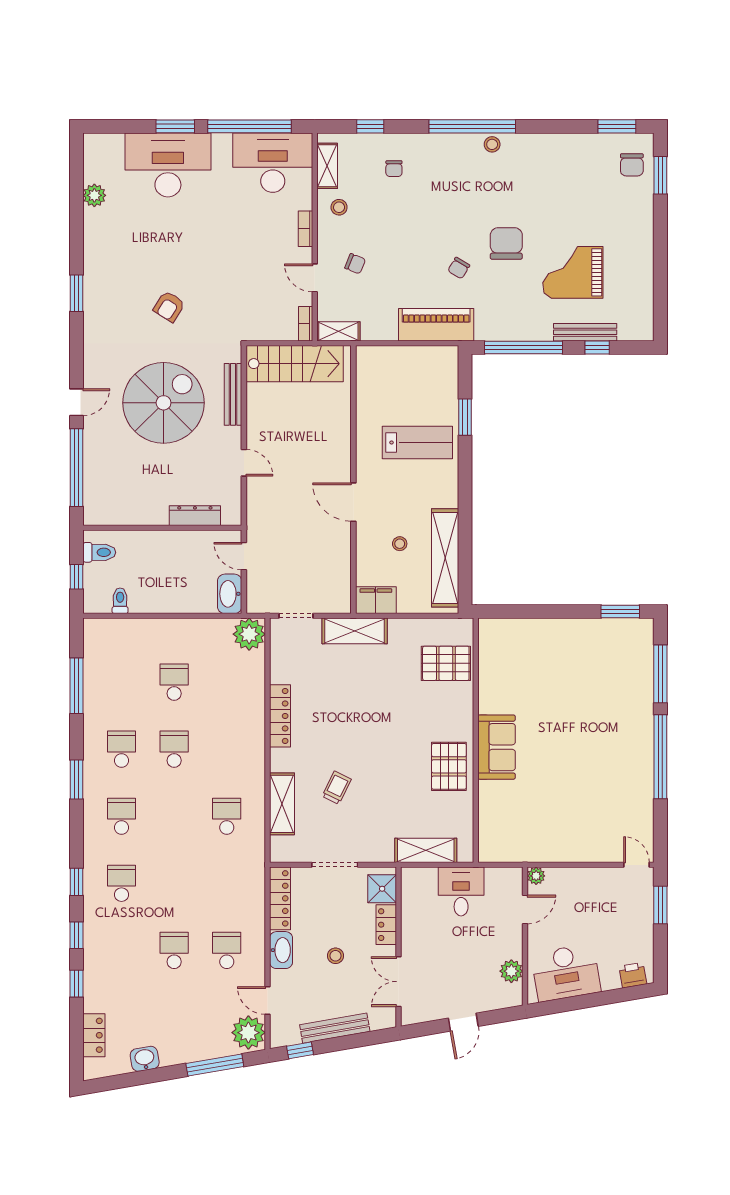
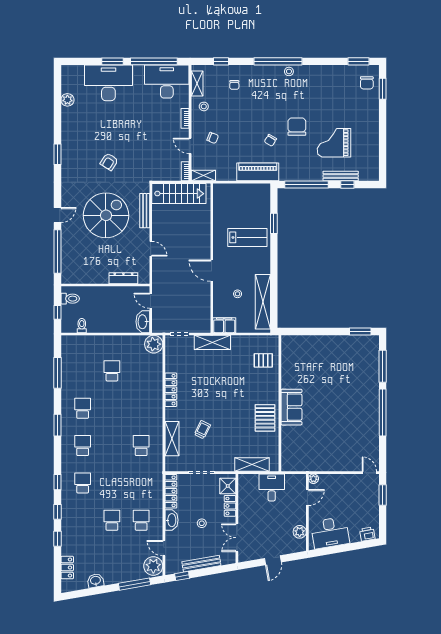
pallet: (446, 663) -> (263, 360), width x0.67, depth x0.71
school desk: (174, 749) -> (112, 408), removed

